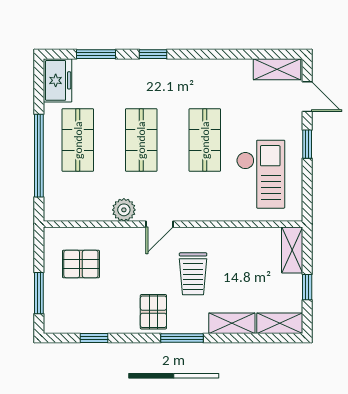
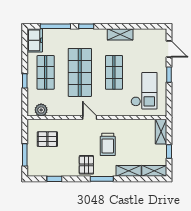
window: (96, 54) -> (55, 26), width x1.44
shelving: (277, 69) -> (120, 34), moved
shop shelf: (141, 140) -> (80, 72), width x1.43, depth x1.36
window: (39, 156) -> (25, 81), width x0.32
plant: (124, 210) -> (41, 110), moved
door: (159, 224) -> (90, 118), swing flipped

